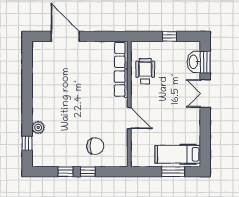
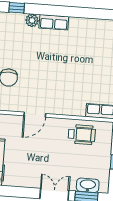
row of seats: (121, 84) -> (54, 22), moved, turned 180

